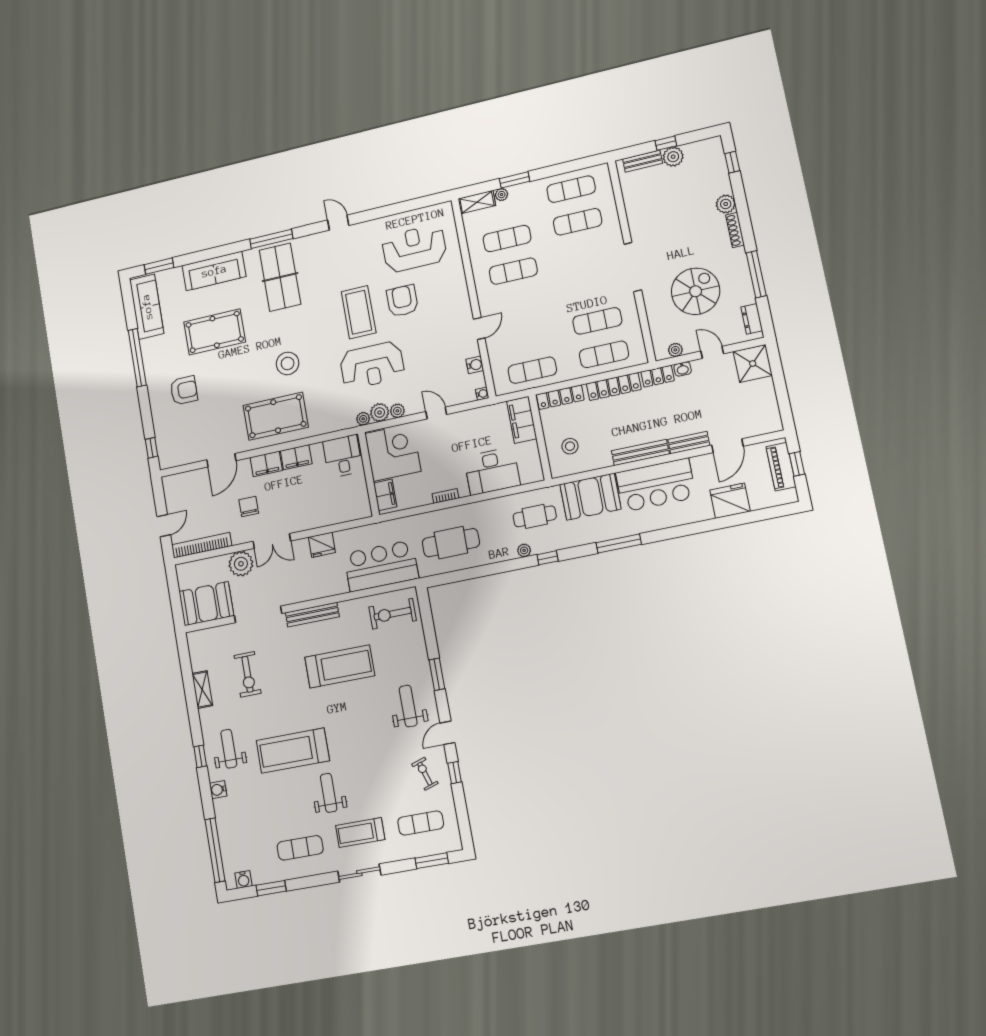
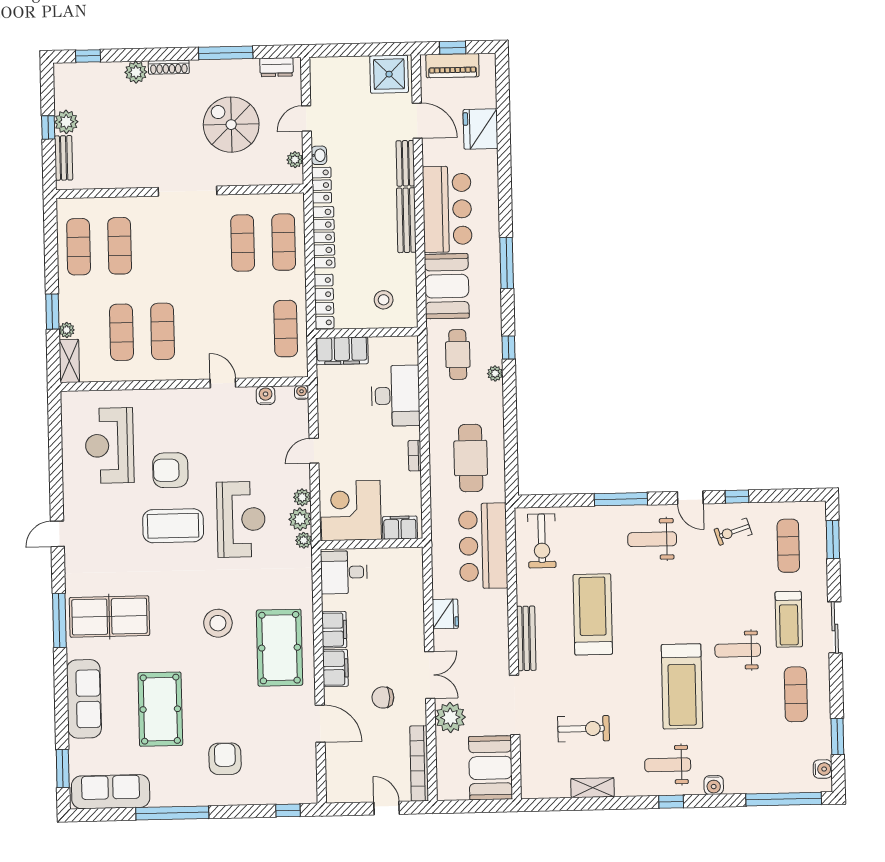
shower: (753, 364) -> (389, 74), moved
window: (437, 674) -> (621, 499), width x1.44

